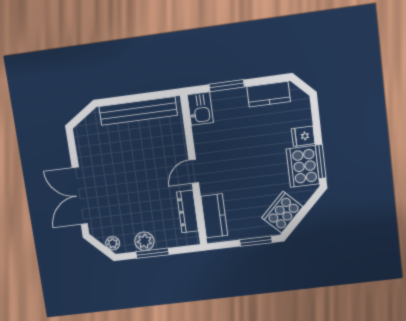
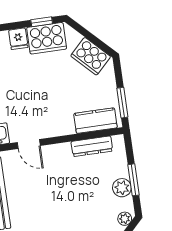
window: (321, 161) -> (42, 22), width x0.67
door: (194, 171) -> (29, 144), moved
window: (256, 241) -> (122, 103), moved

